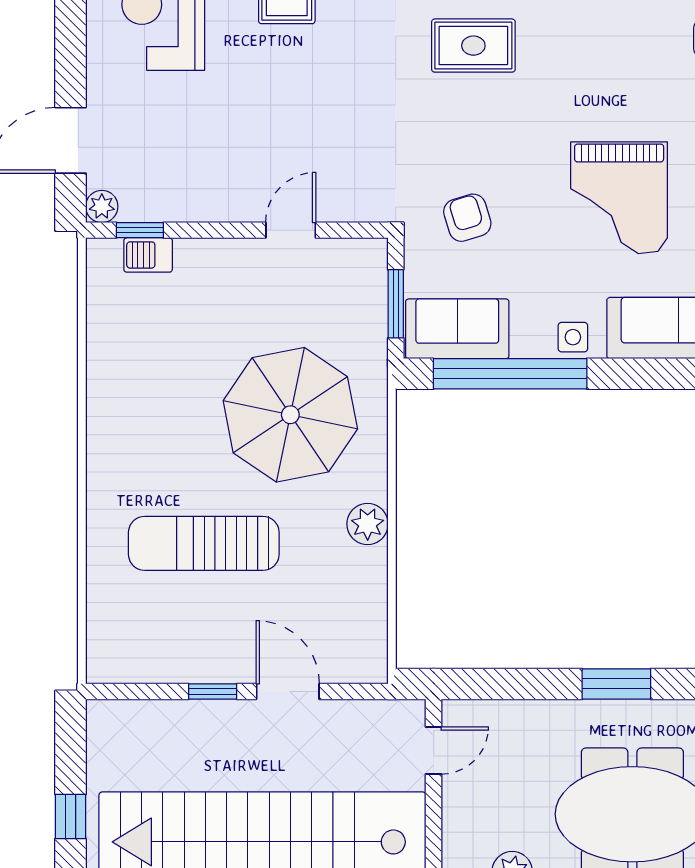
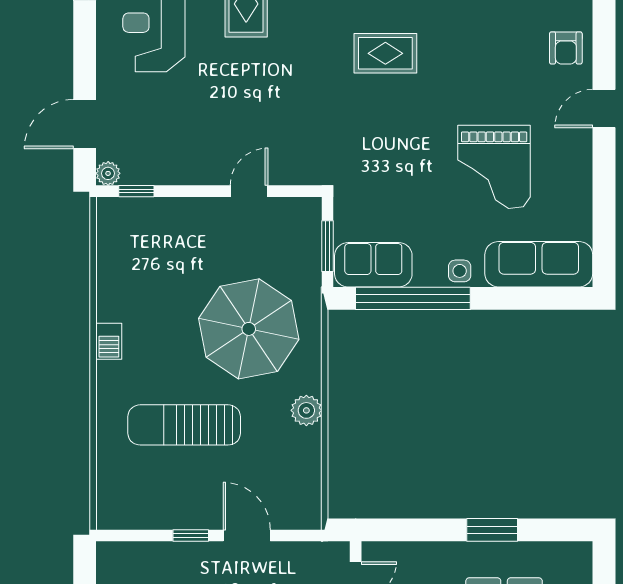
armchair: (467, 218) -> (381, 182), removed
barbecue: (148, 255) -> (109, 341), moved, turned -90

